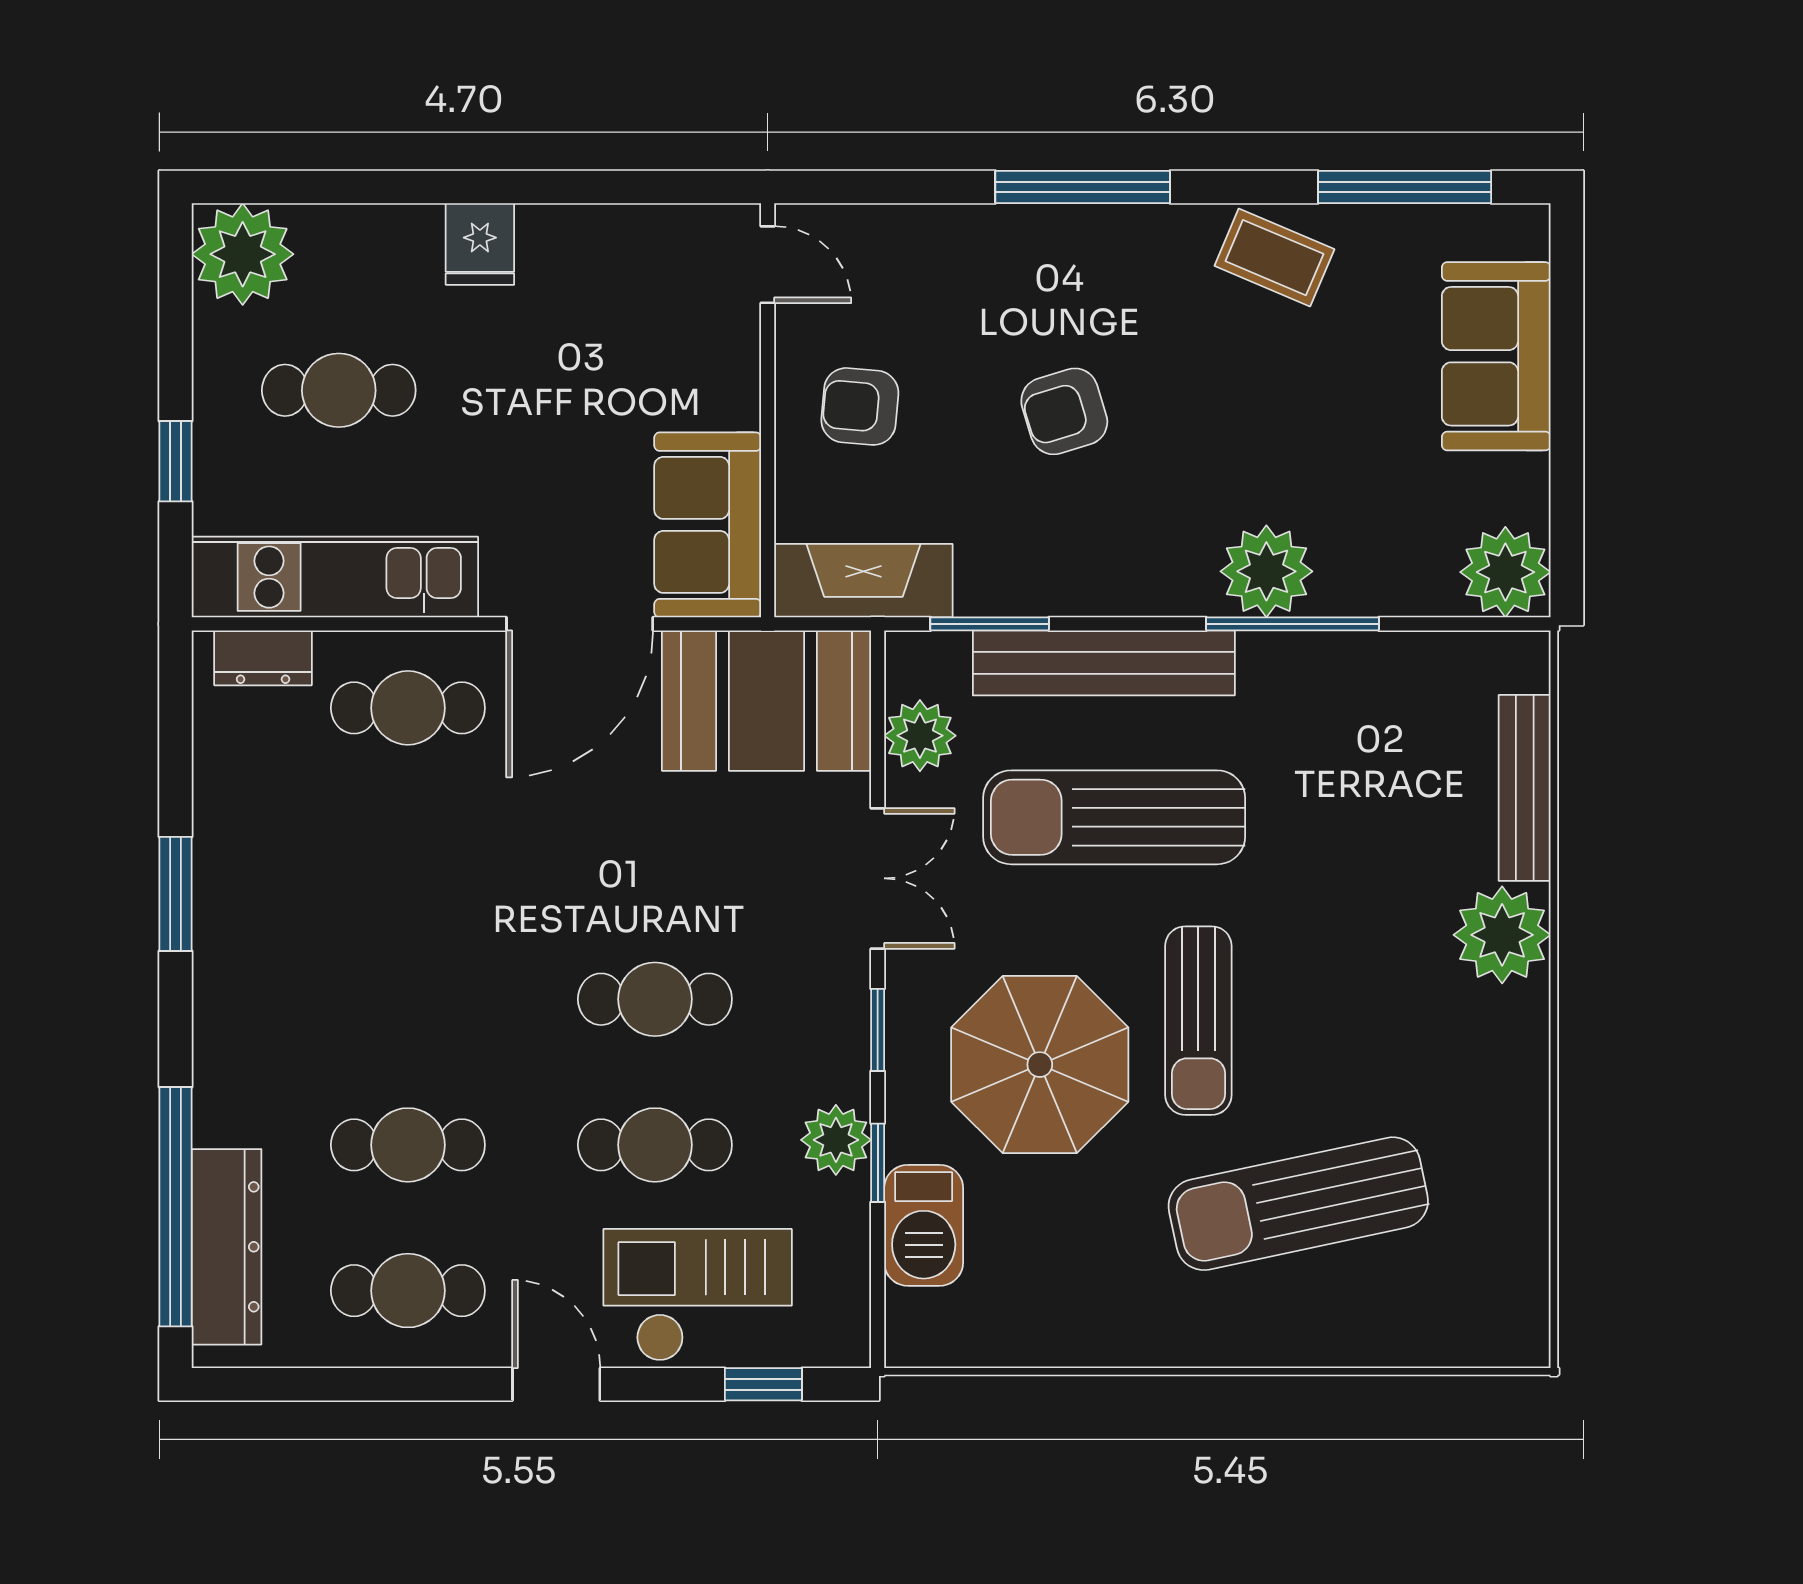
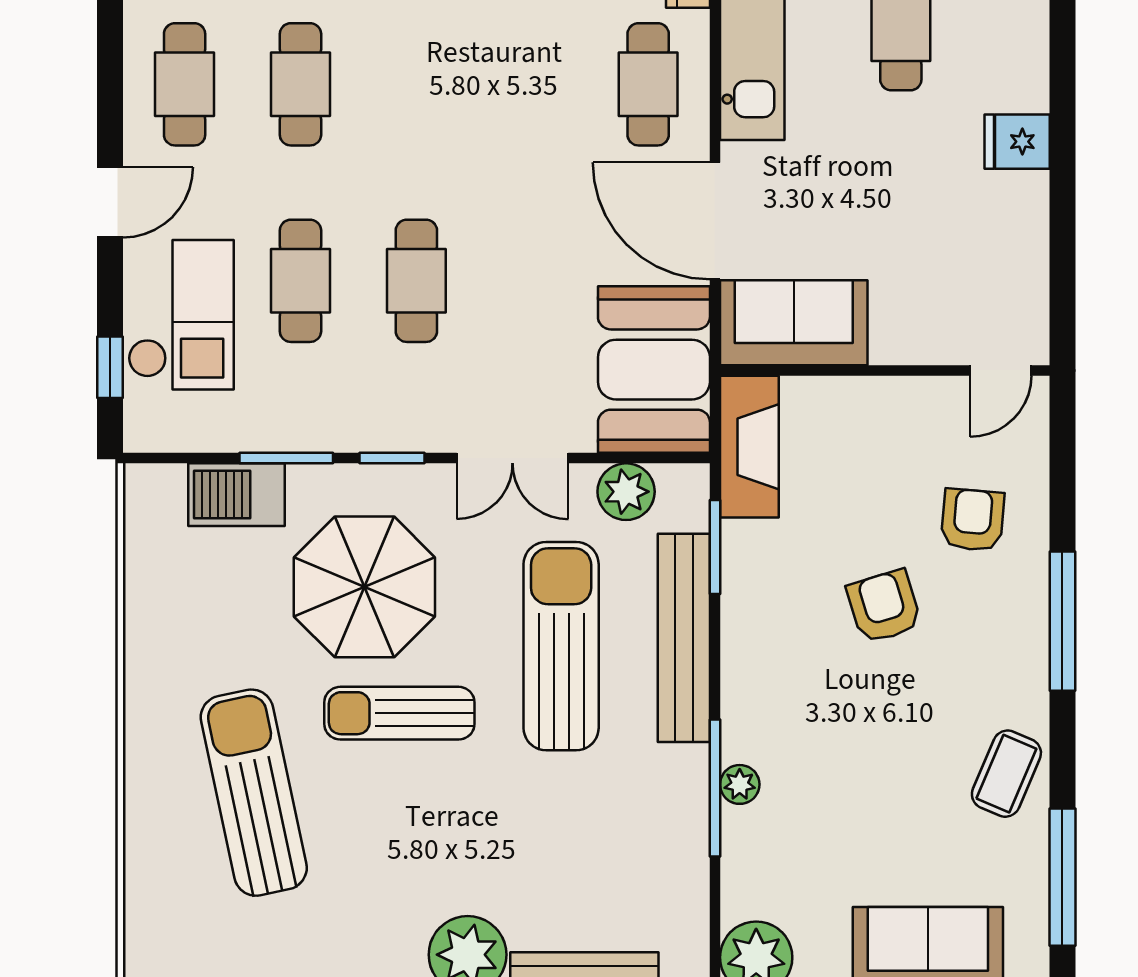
armchair: (860, 406) -> (973, 520), moved
plant: (1266, 571) -> (740, 784), width x0.53, depth x0.53
plant: (836, 1140) -> (304, 425), removed
window: (878, 1163) -> (286, 458), width x1.50

